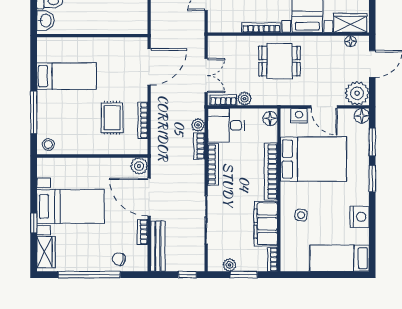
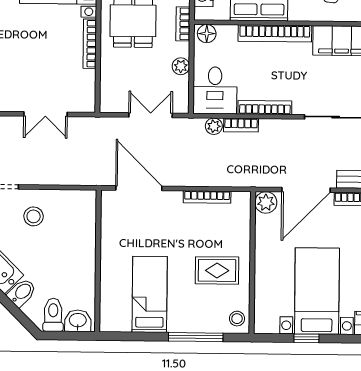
bookcase: (223, 100) -> (183, 24), moved
rug: (112, 118) -> (217, 270), moved
window: (34, 223) -> (306, 338), moved

